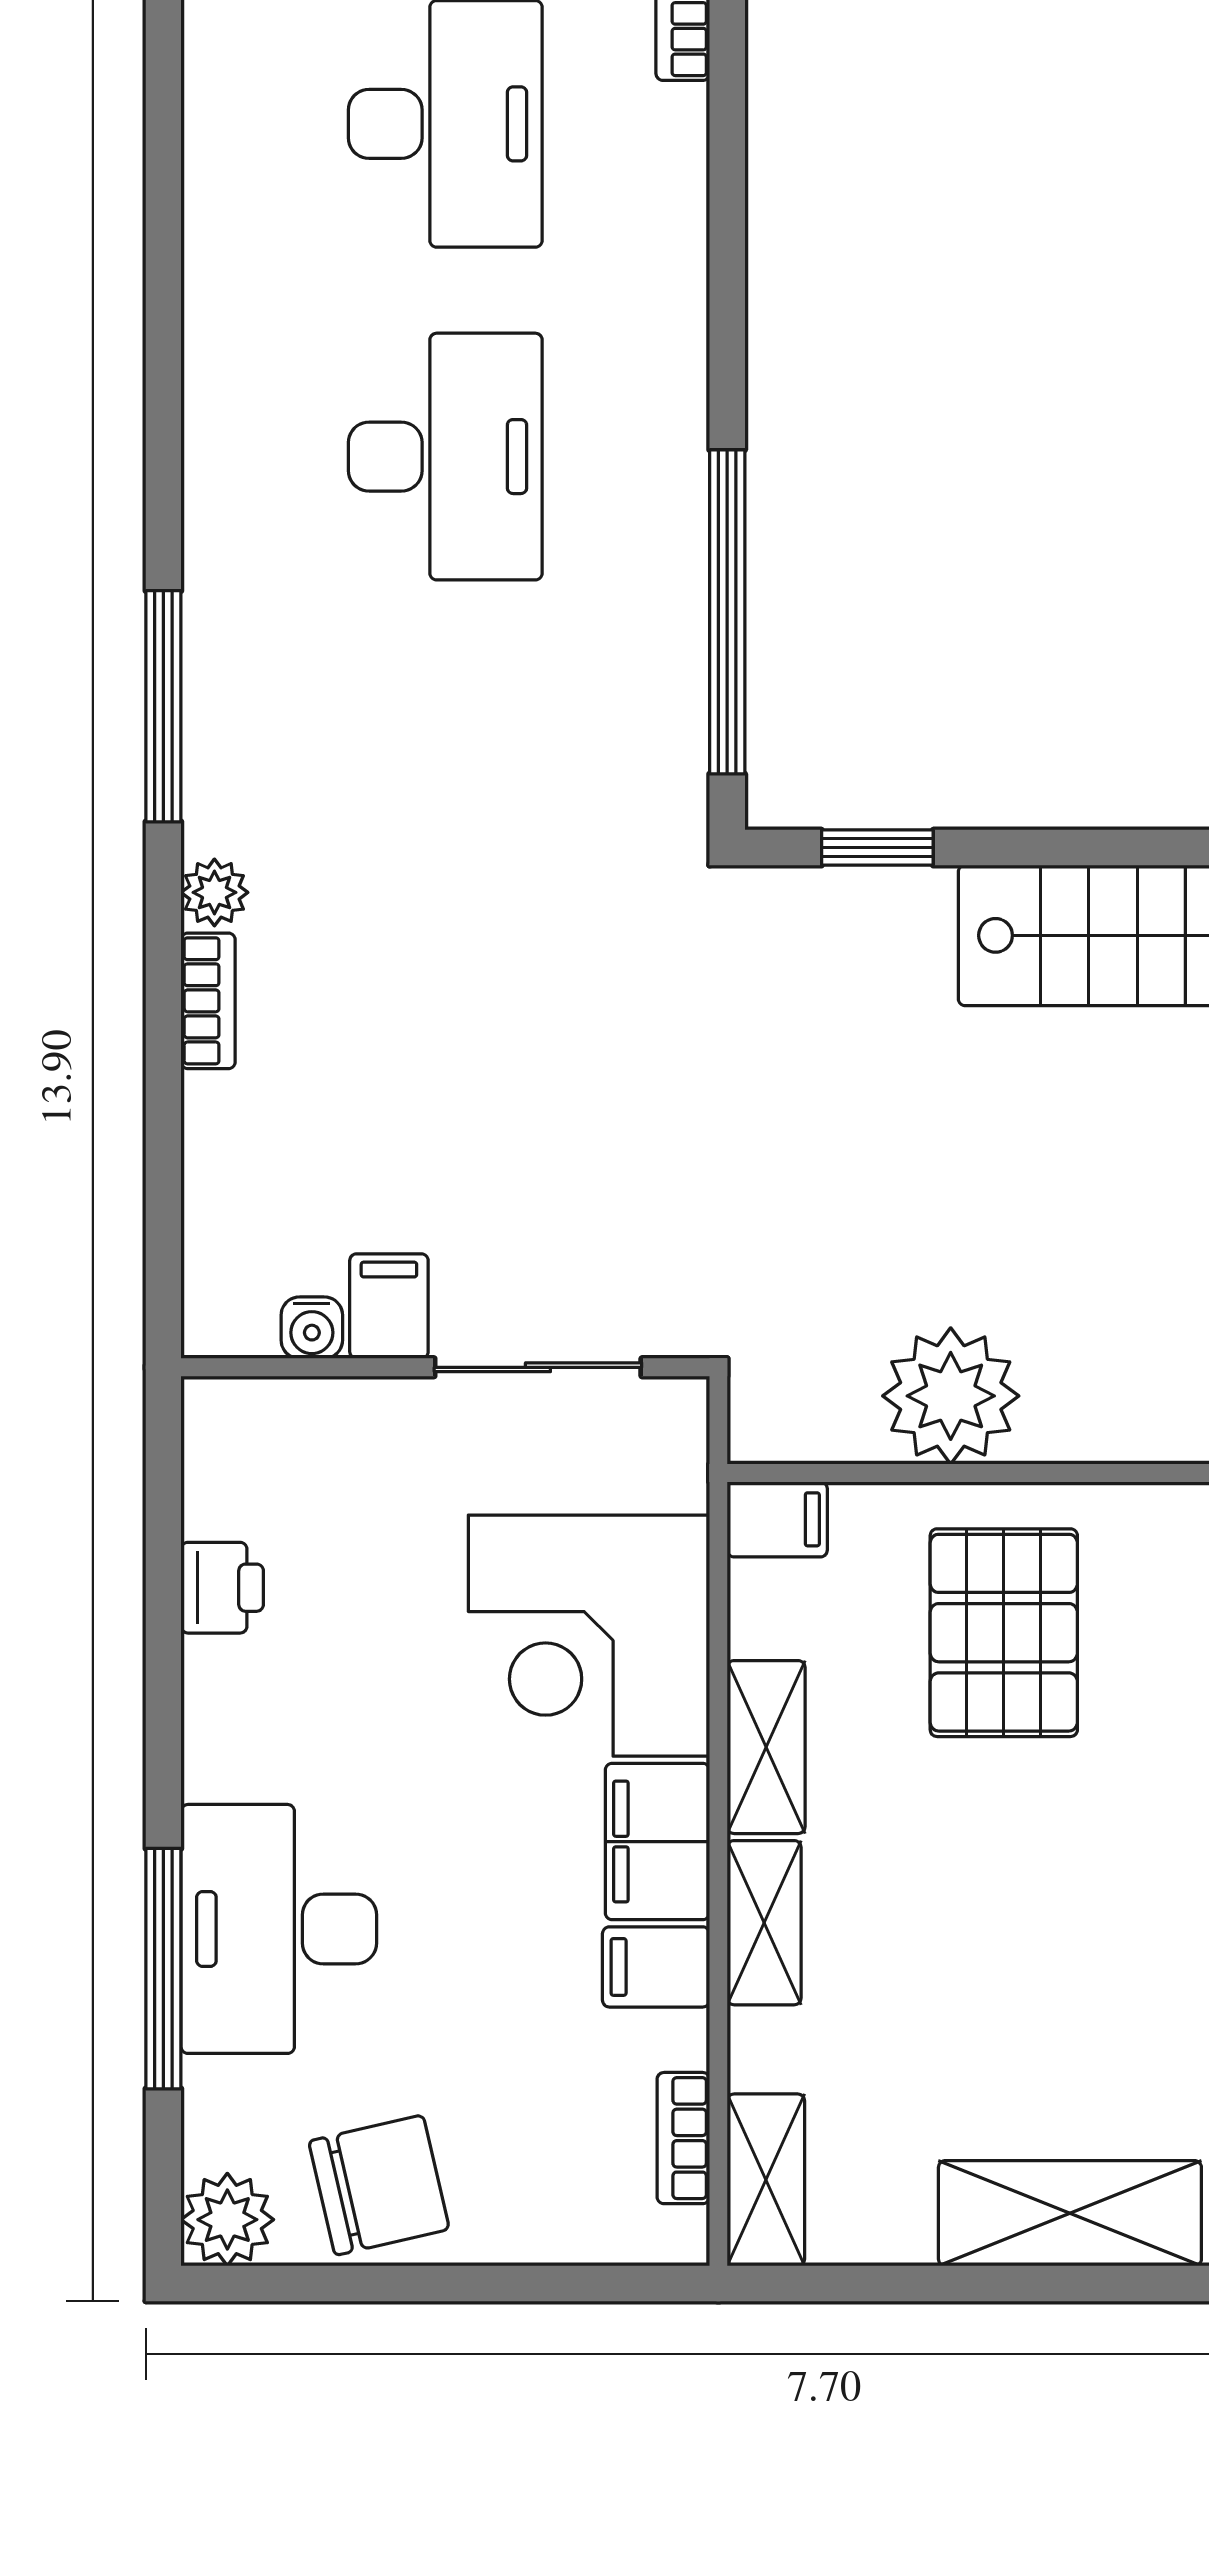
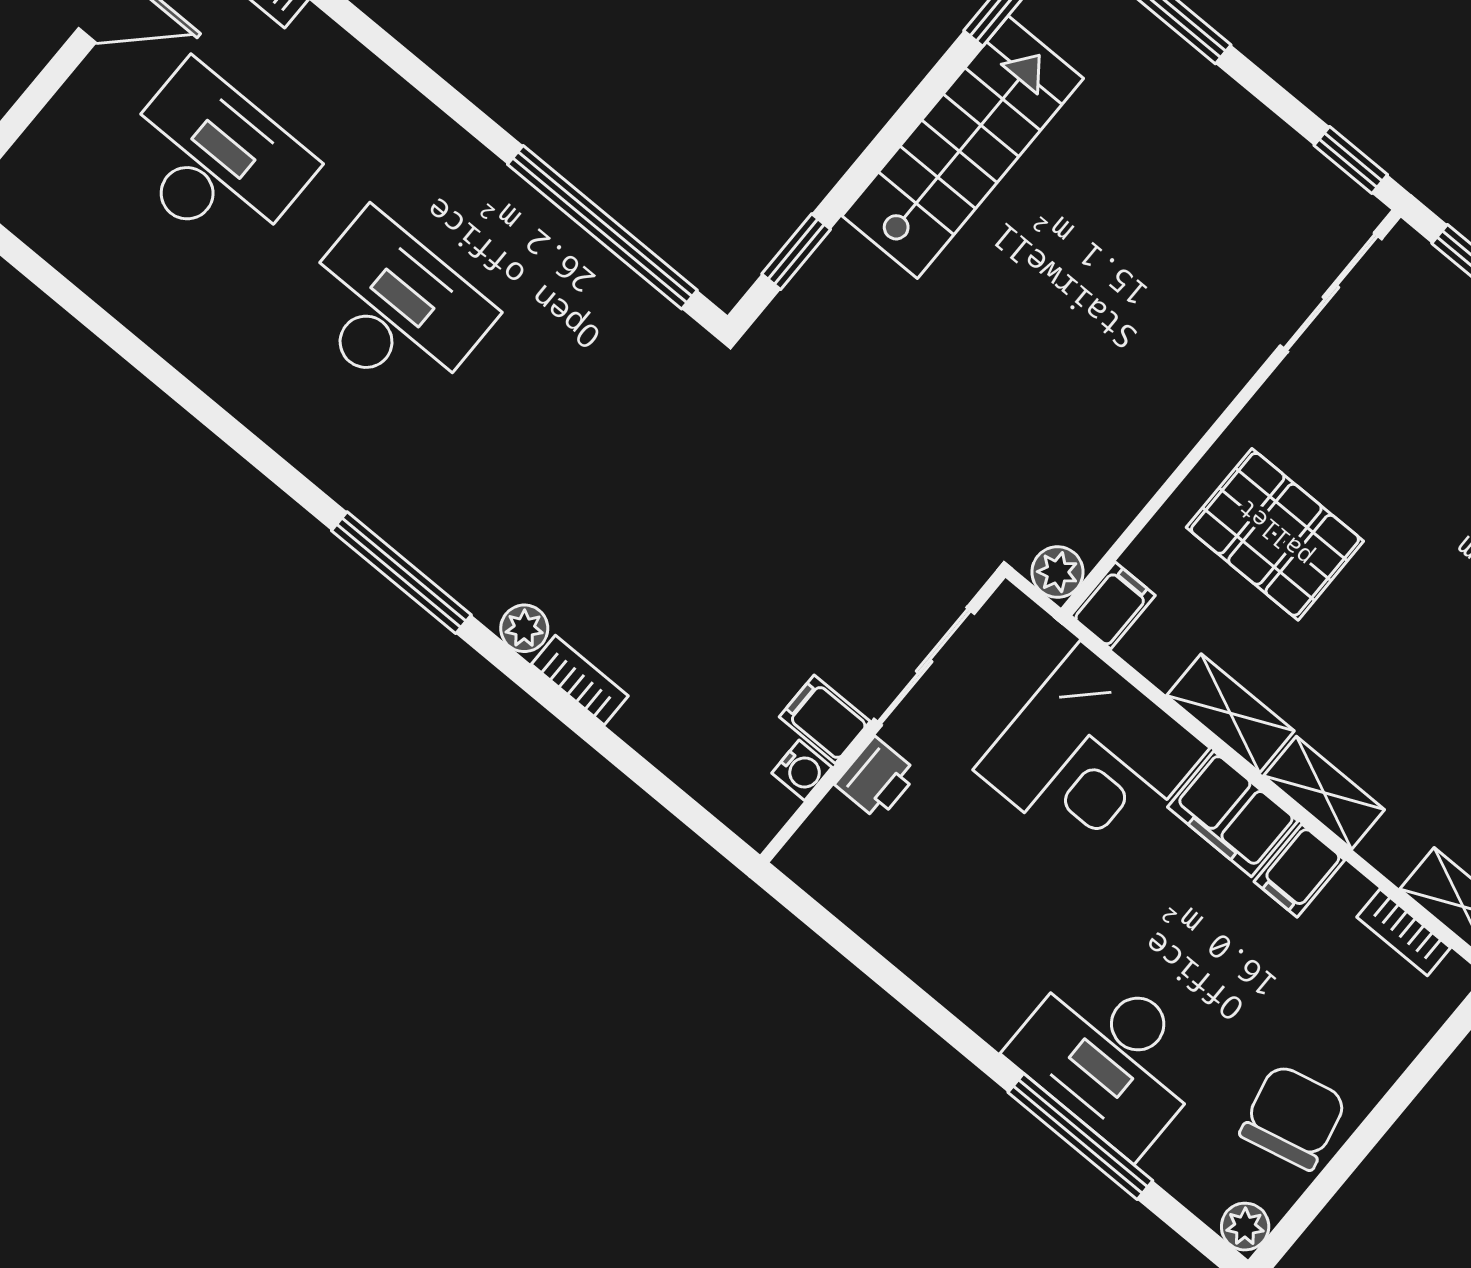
plant: (951, 1396) -> (1057, 572), moved, width x0.53, depth x0.53
printer: (222, 1588) -> (877, 778), moved, turned 90
plant: (227, 2220) -> (1245, 1227), width x0.73, depth x0.73

